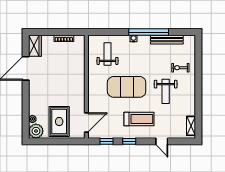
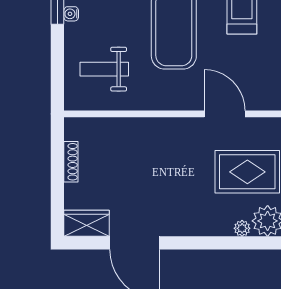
door: (86, 123) -> (225, 114), moved

